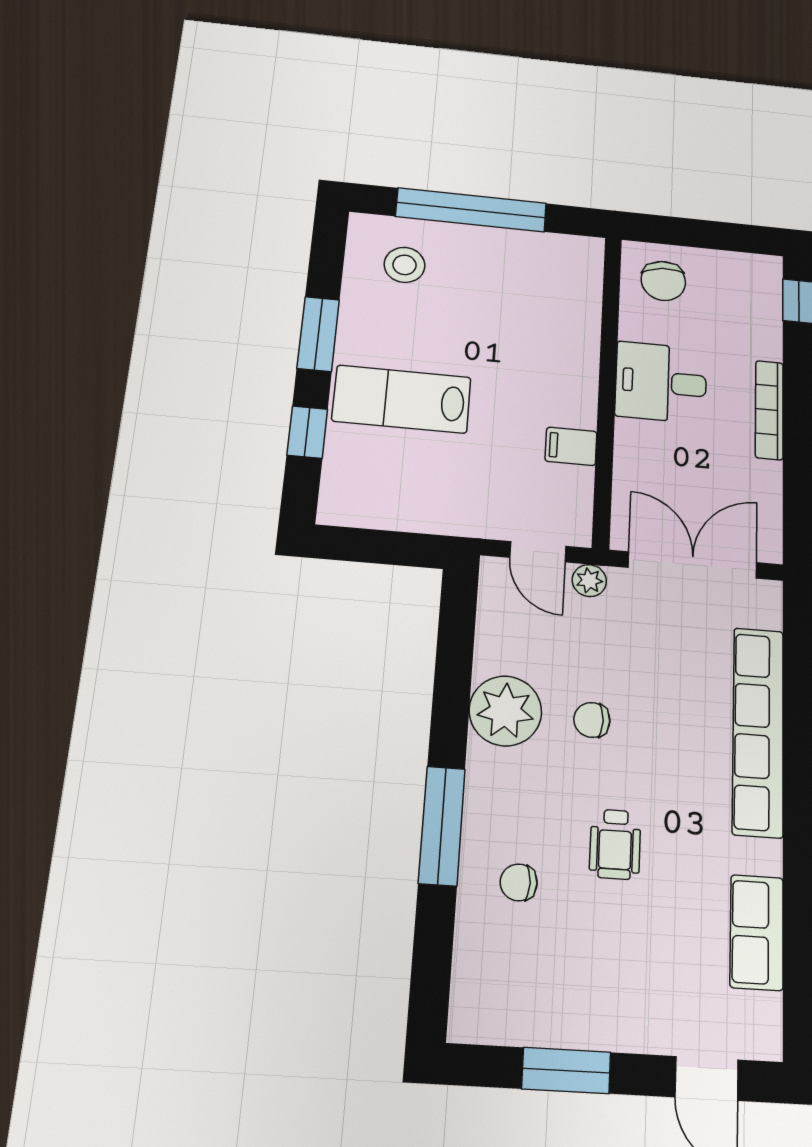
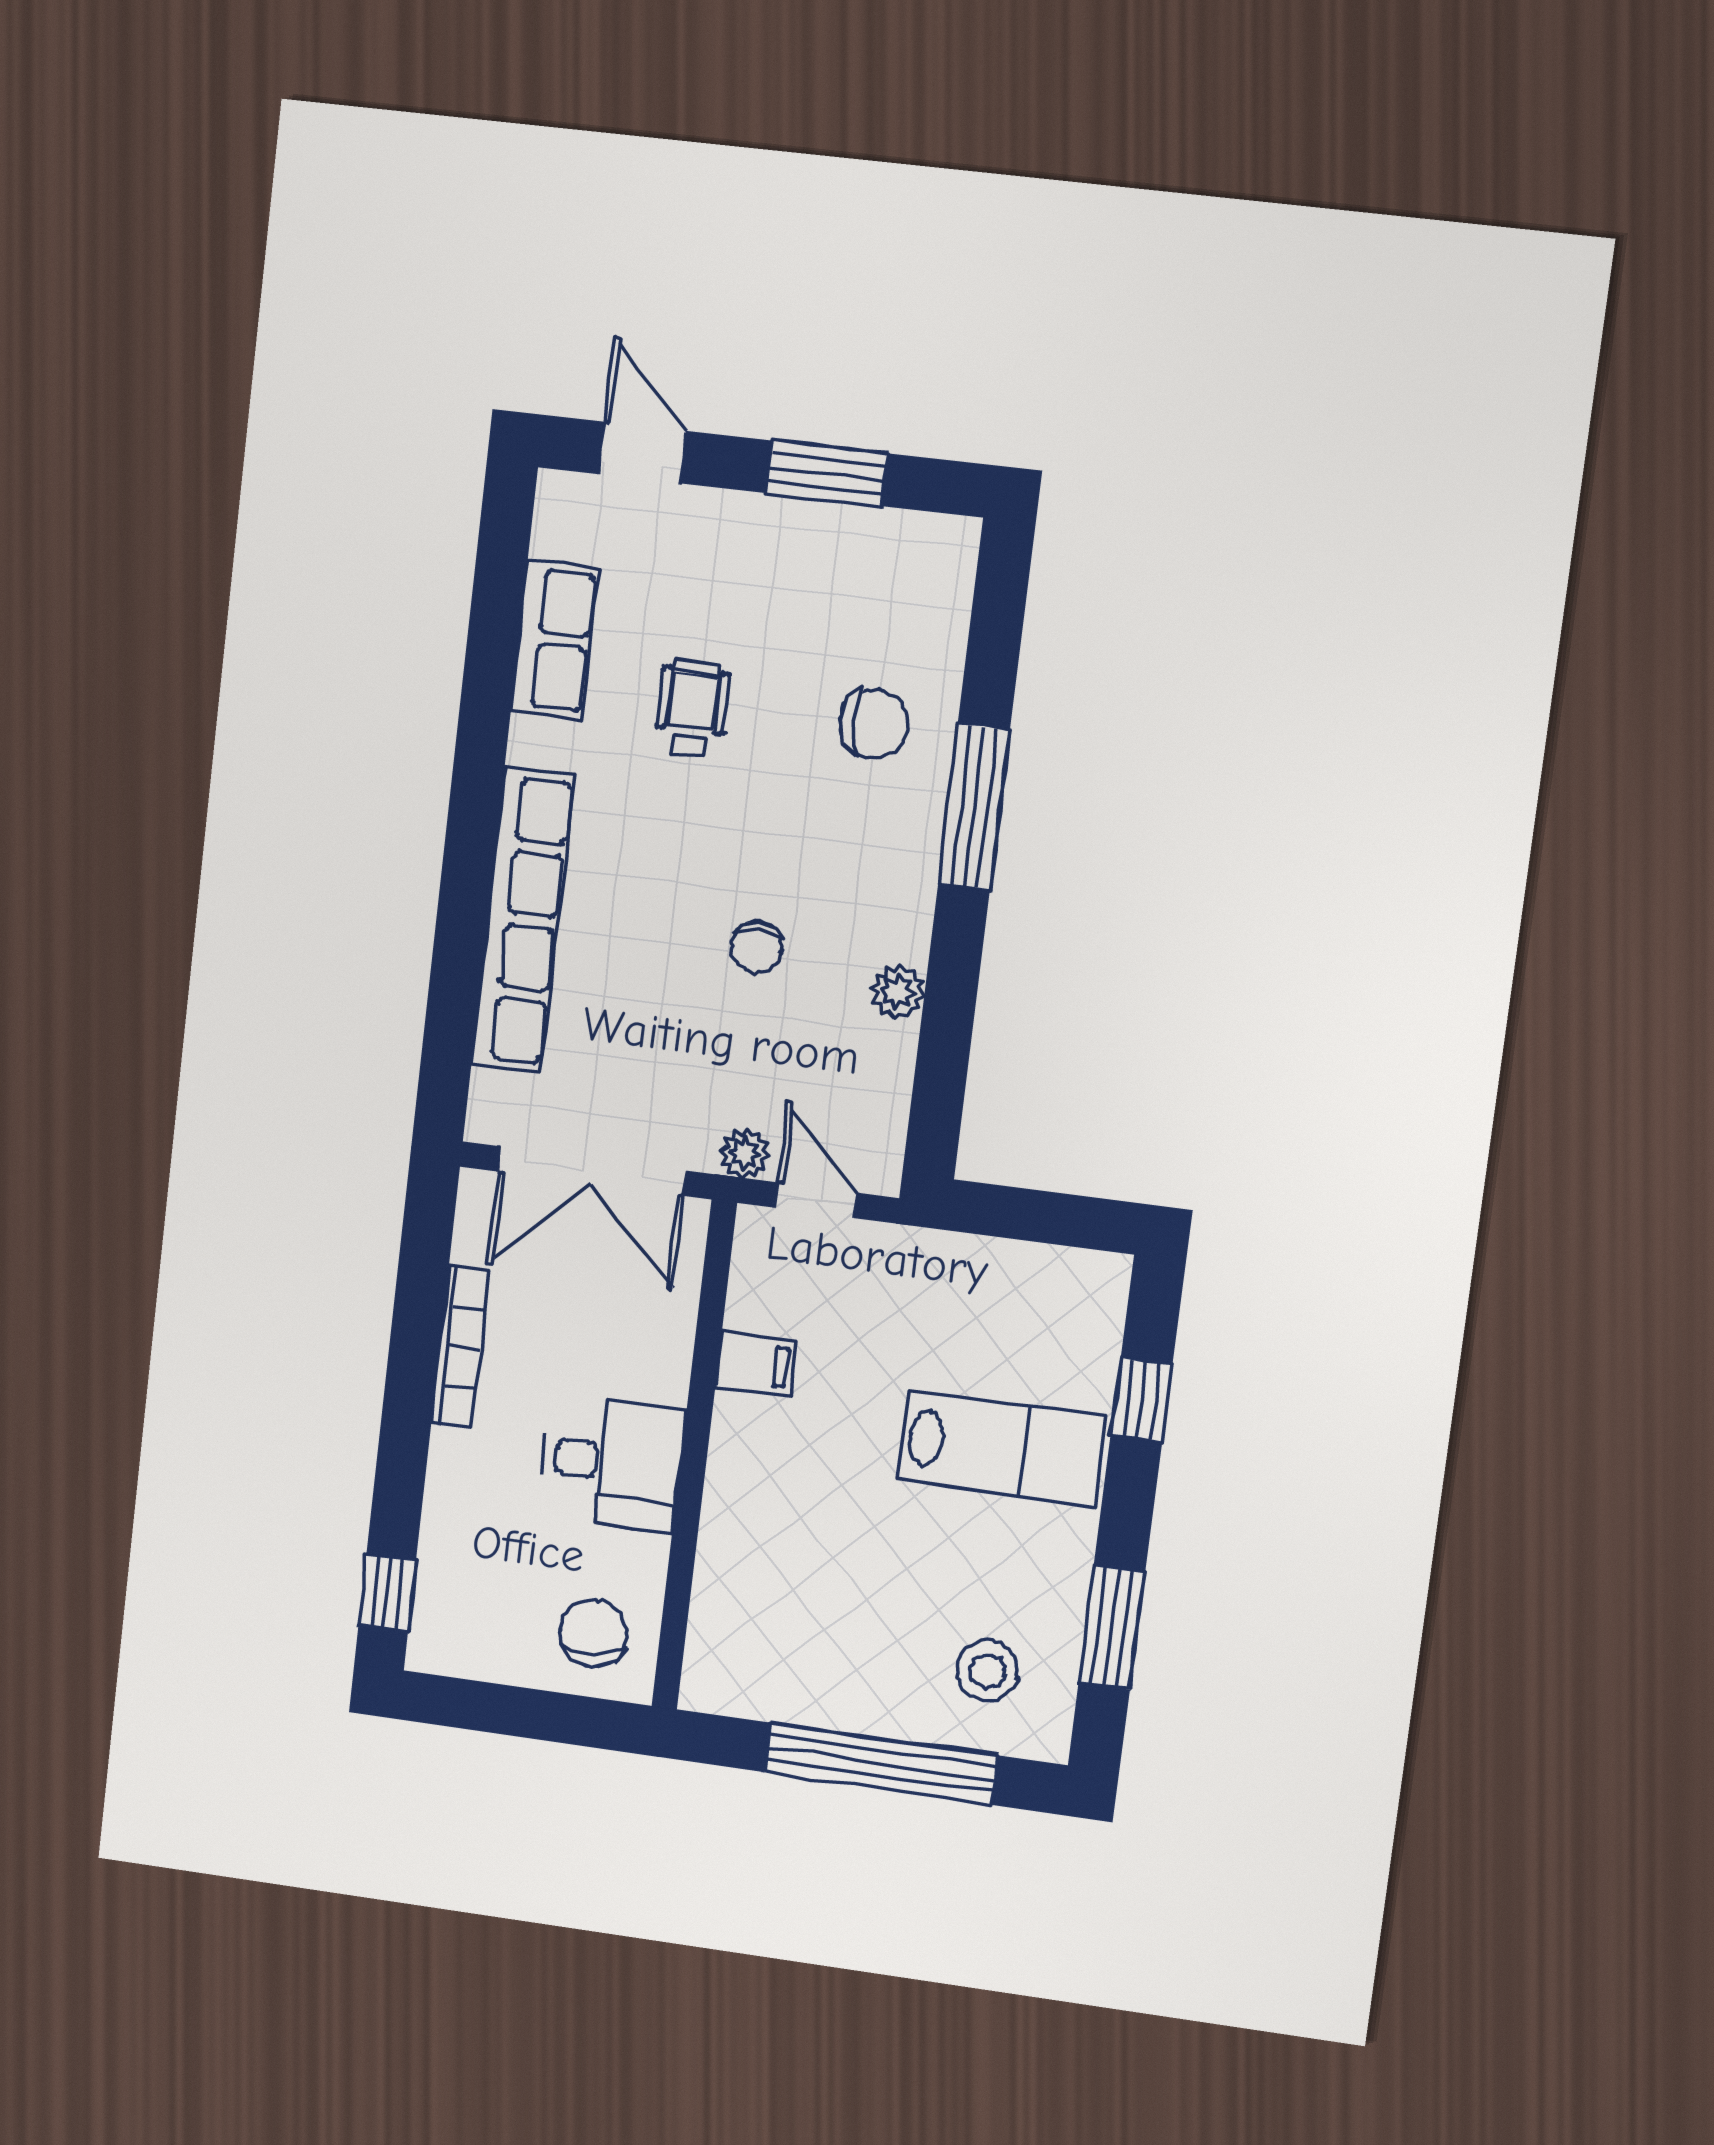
window: (318, 334) -> (1112, 1627), moved
bookcase: (769, 410) -> (460, 1348), moved
plant: (505, 711) -> (898, 992), width x0.53, depth x0.53
chair: (592, 720) -> (757, 947), turned 90
wheelchair: (615, 844) -> (692, 708), moved
chair: (519, 882) -> (874, 724), width x1.37, depth x1.37

